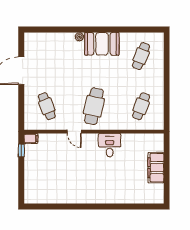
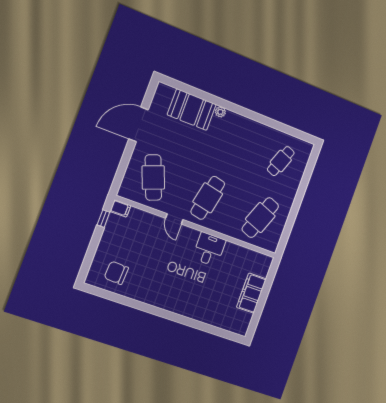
booth: (102, 44) -> (192, 110), moved
cafe table: (47, 106) -> (153, 177), width x1.37, depth x1.35
cafe table: (141, 106) -> (260, 218), width x1.37, depth x1.35
chair: (46, 188) -> (116, 273), added

